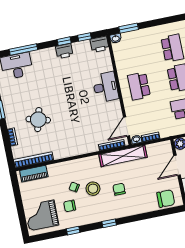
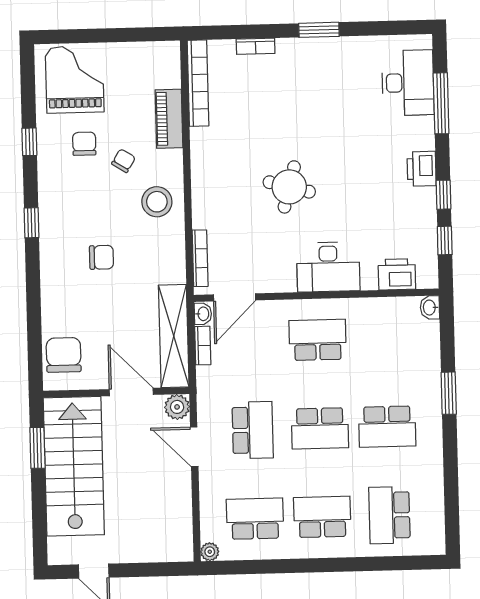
window: (129, 28) -> (449, 393), moved
printer: (100, 44) -> (397, 274), moved, turned 90
printer: (64, 51) -> (422, 169), moved
round table: (38, 120) -> (289, 187), moved
door: (127, 127) -> (235, 297), swing flipped
shelving: (123, 156) -> (174, 336), moved
piano: (34, 174) -> (169, 119), moved
stool: (93, 189) -> (157, 202), moved
chair: (166, 199) -> (64, 355), turned 180

